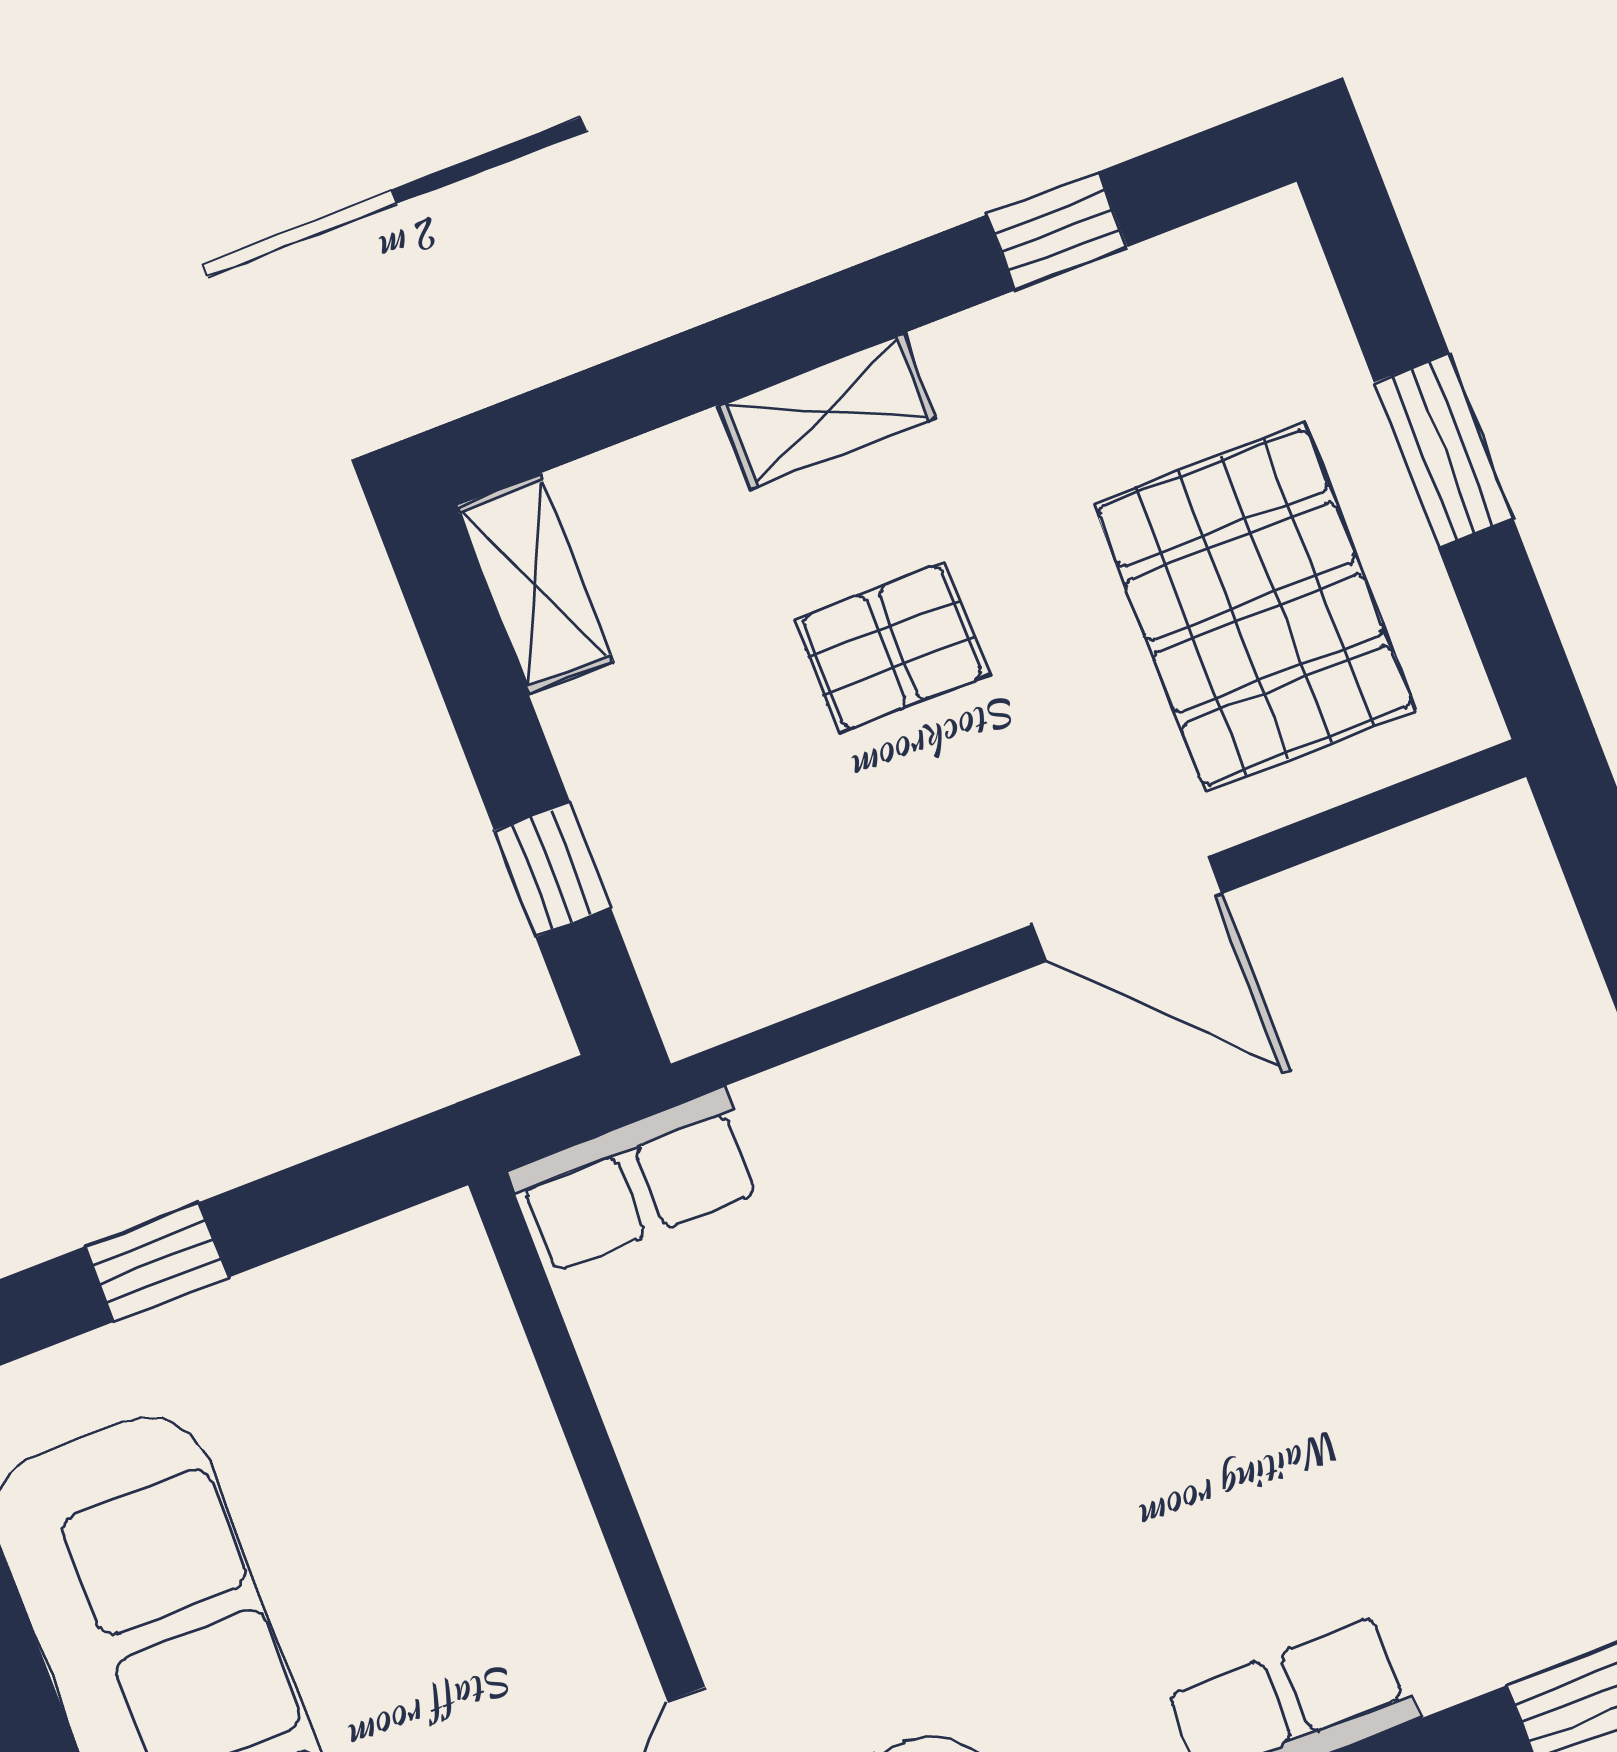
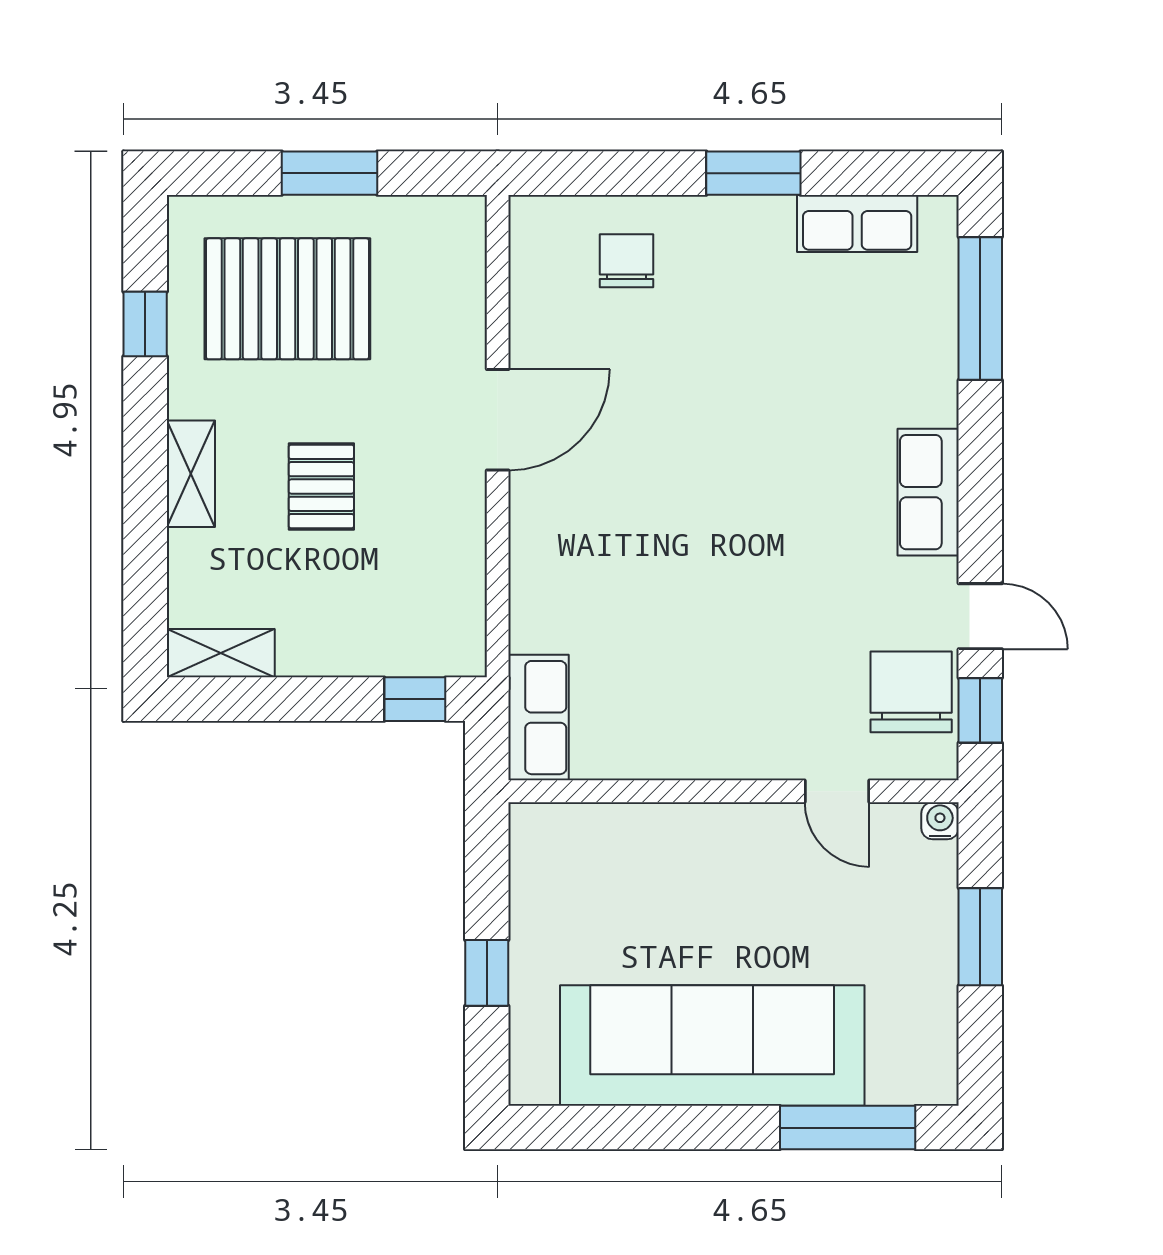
pallet: (1255, 607) -> (287, 299), moved
window: (553, 869) -> (415, 699), moved
chair: (1491, 1027) -> (627, 261), added

